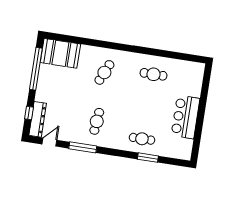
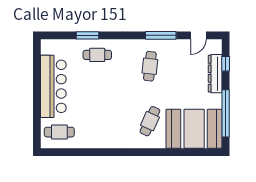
booth: (60, 53) -> (194, 129), width x1.36, depth x1.42
cafe table: (153, 74) -> (59, 132), moved
bar counter: (185, 117) -> (53, 86), width x1.36
dresser: (38, 119) -> (215, 74), moved

